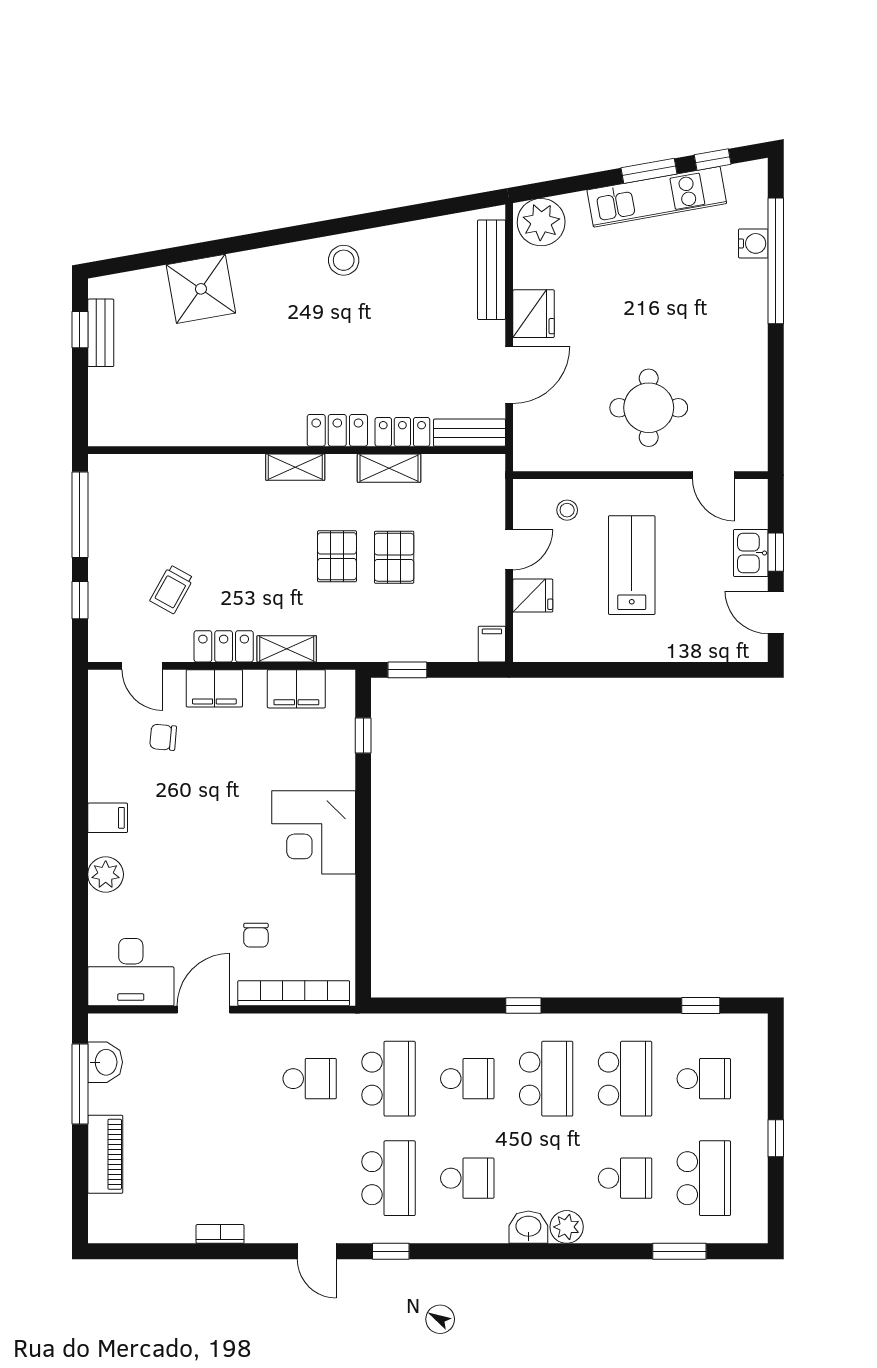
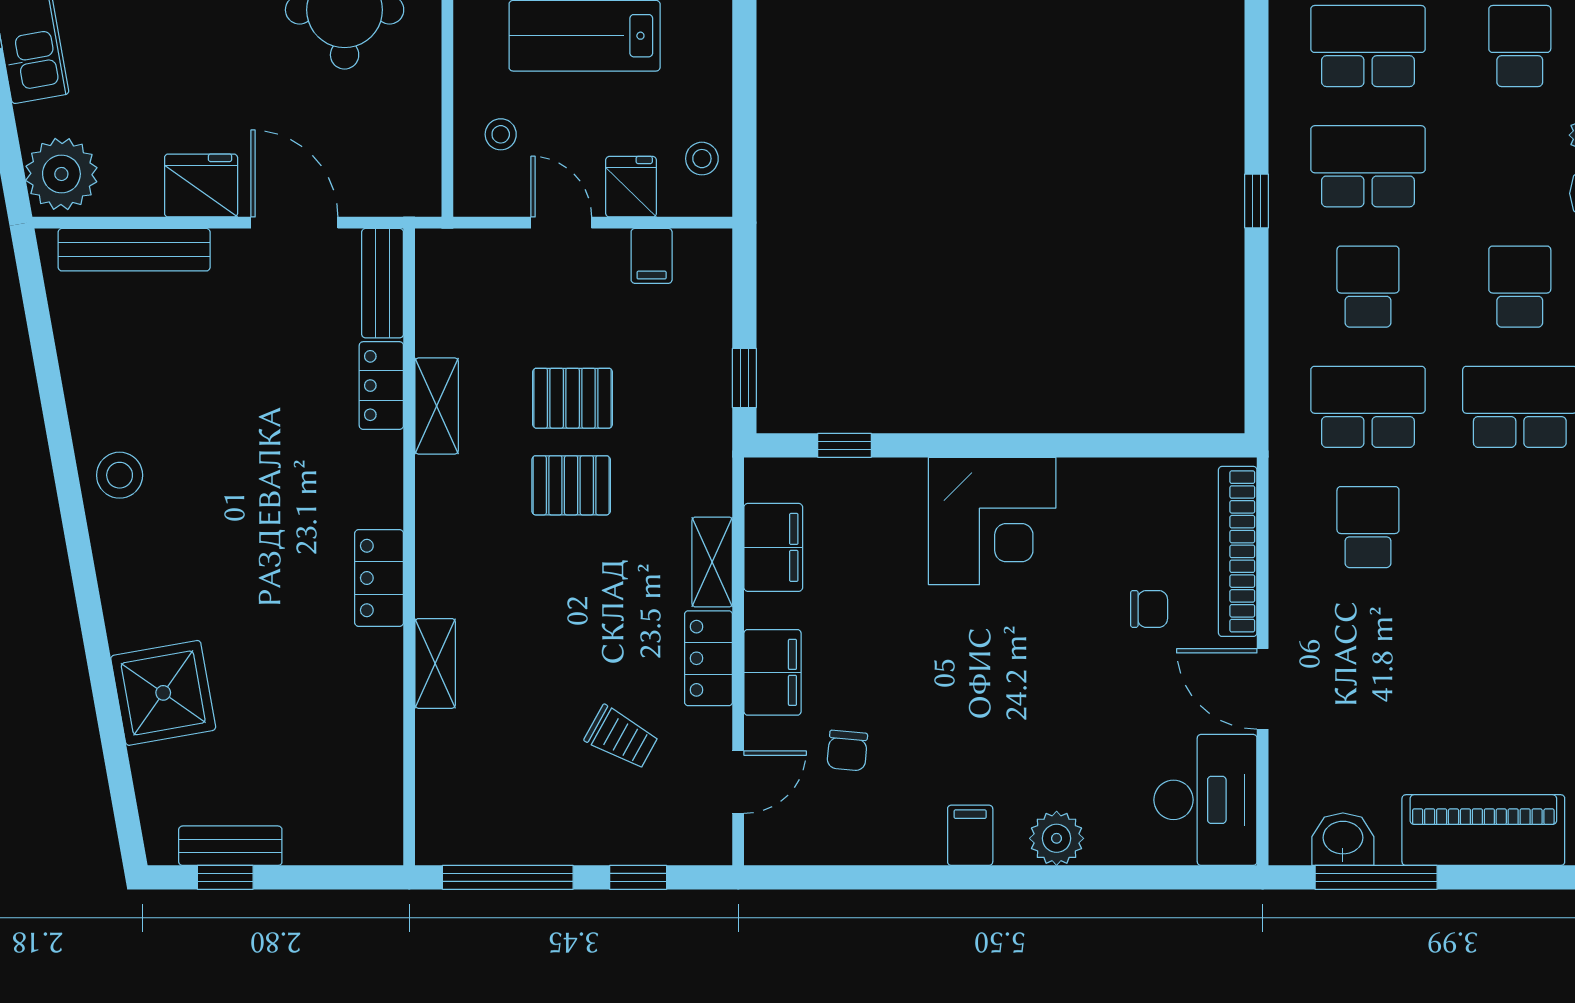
locker: (337, 430) -> (379, 578), moved
shelving: (295, 467) -> (435, 663), moved
stool: (551, 642) -> (702, 159), added
filing cabinet: (492, 644) -> (652, 256), moved, turned -90
piano: (105, 1154) -> (1483, 830), width x1.37, depth x1.33

